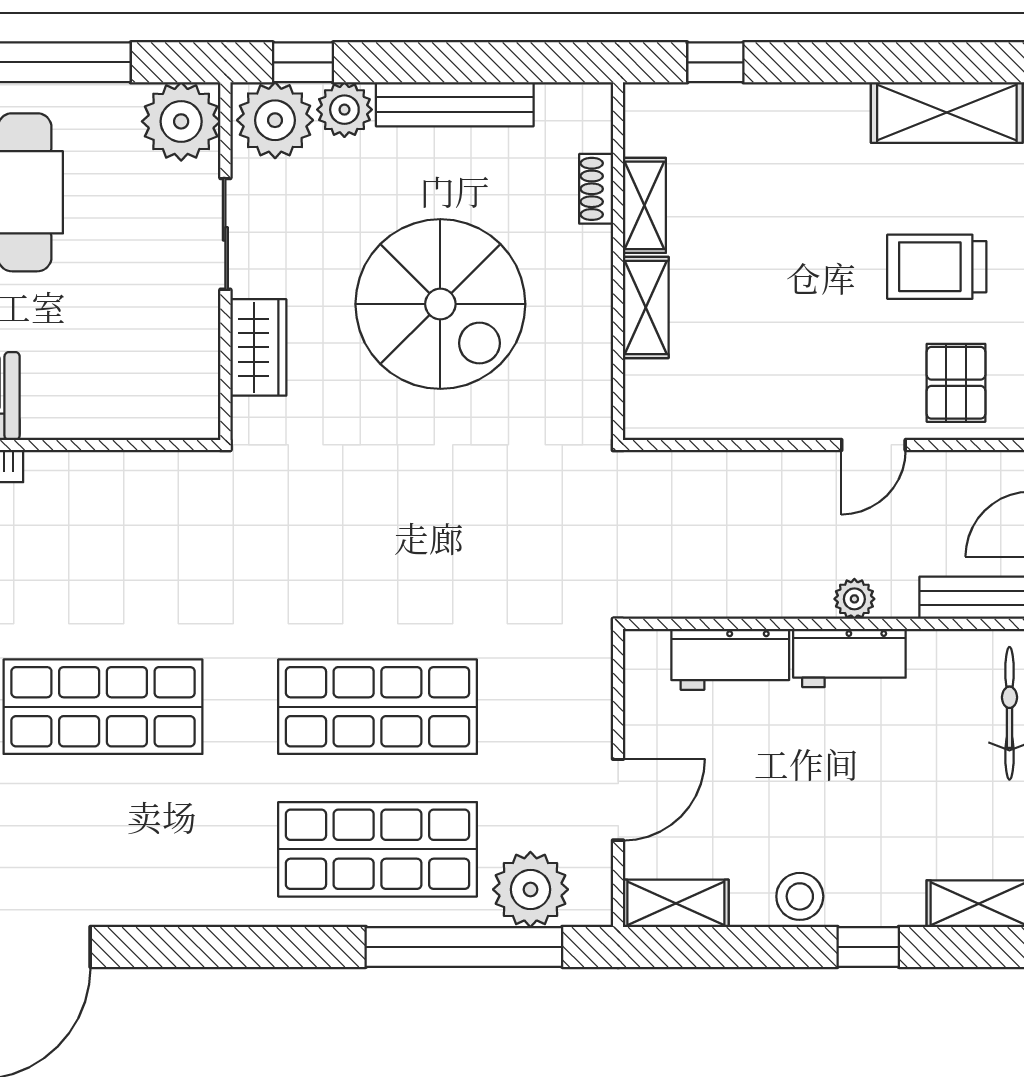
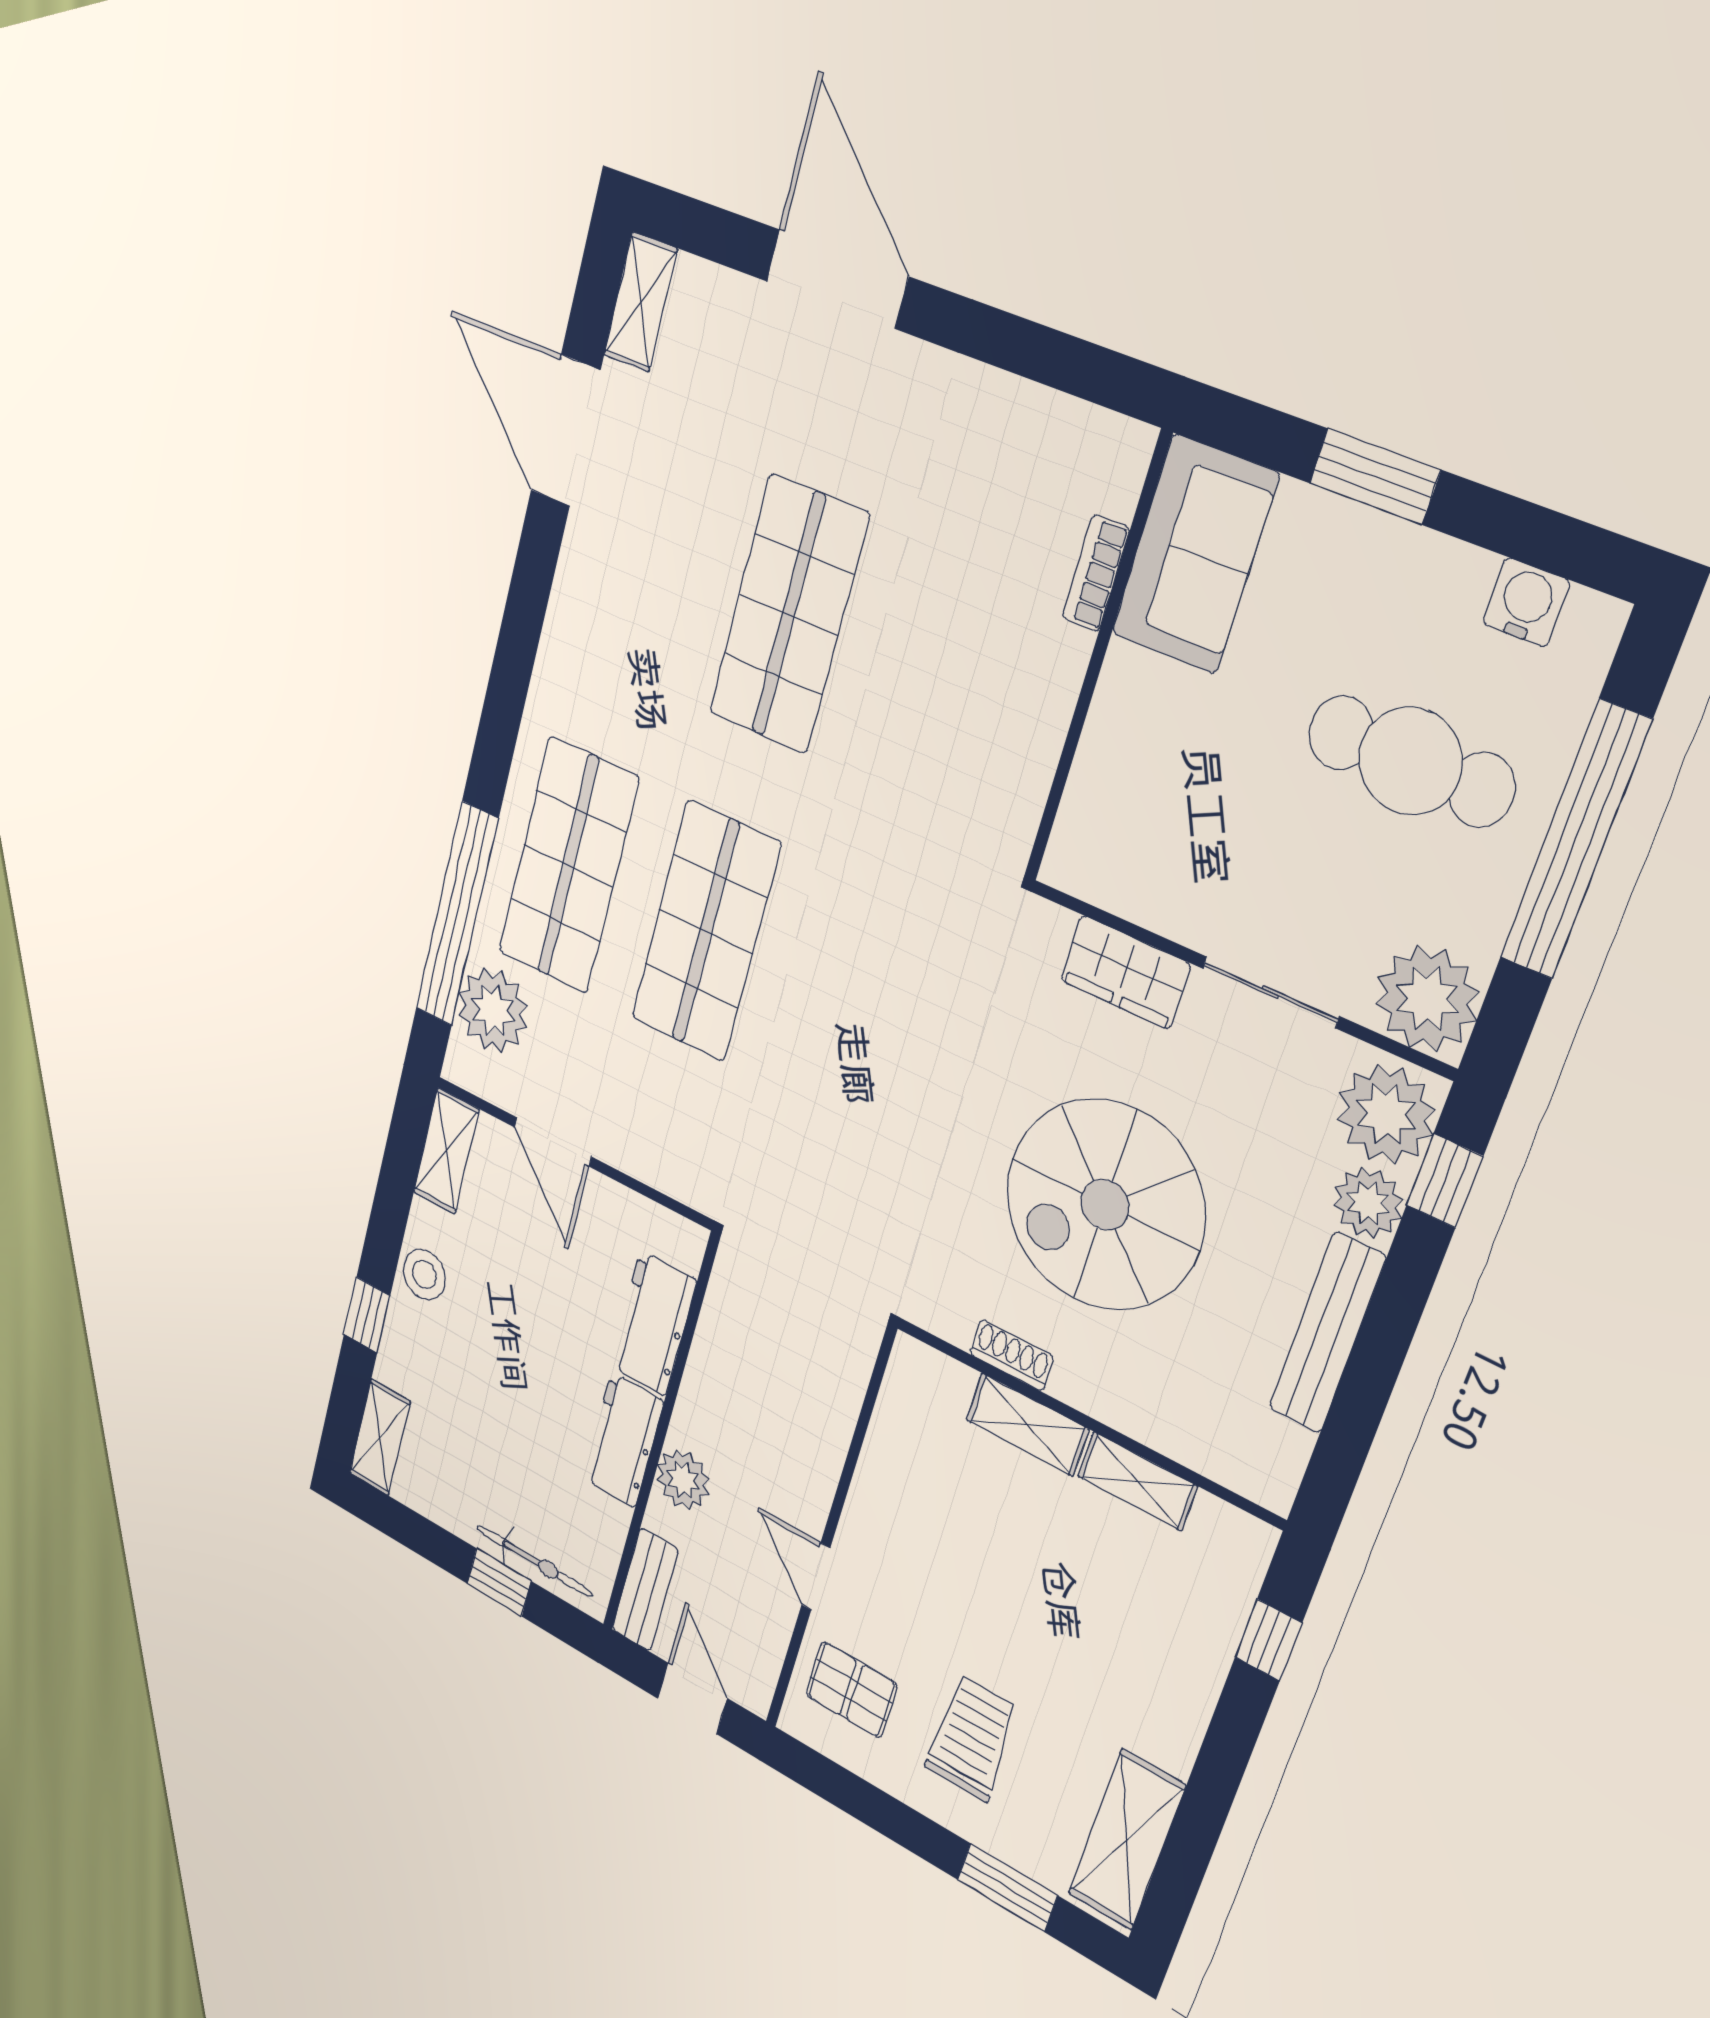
shoe rack: (596, 189) -> (1012, 1355), moved
plant: (854, 599) -> (683, 1480), width x1.38, depth x1.38

